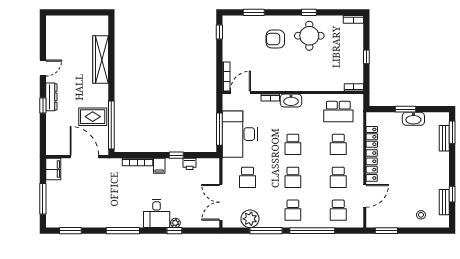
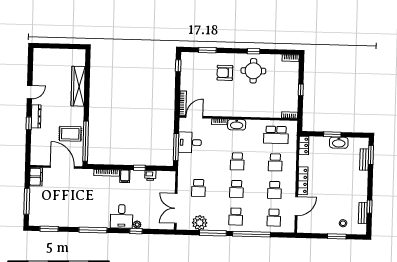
desk: (240, 134) -> (190, 142), width x0.53, depth x0.77
locker: (372, 137) -> (304, 145), moved
window: (386, 231) -> (337, 236), moved

